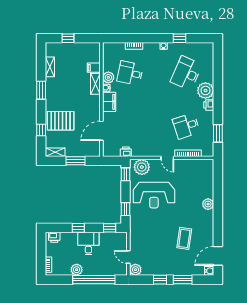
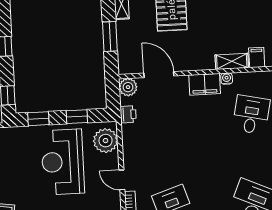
plant: (108, 77) -> (128, 87), moved
door: (167, 158) -> (122, 180), hinge flipped
window: (126, 174) -> (77, 117), moved

